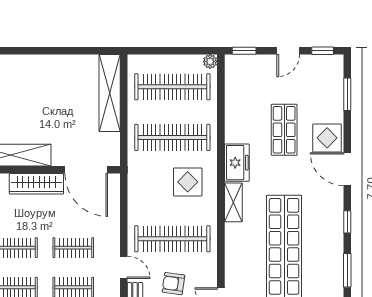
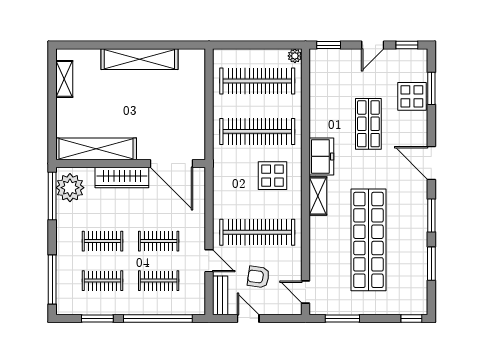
shelving: (110, 93) -> (139, 59), moved, turned 90
display table: (327, 138) -> (412, 96), moved
window: (347, 222) -> (431, 215), width x1.50

